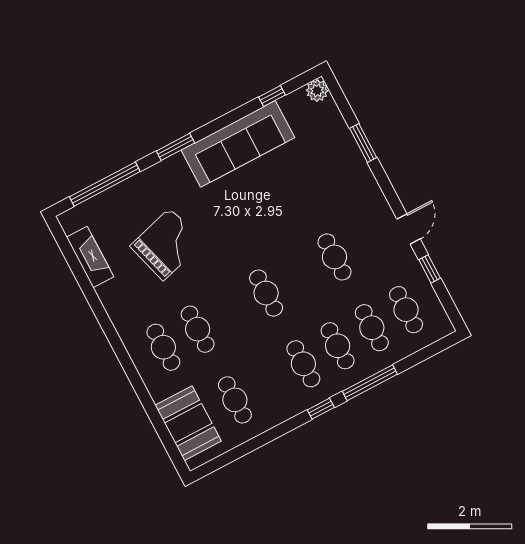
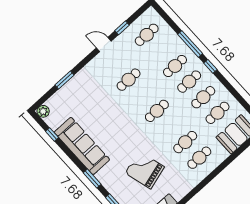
cafe table: (372, 328) -> (203, 97), moved

